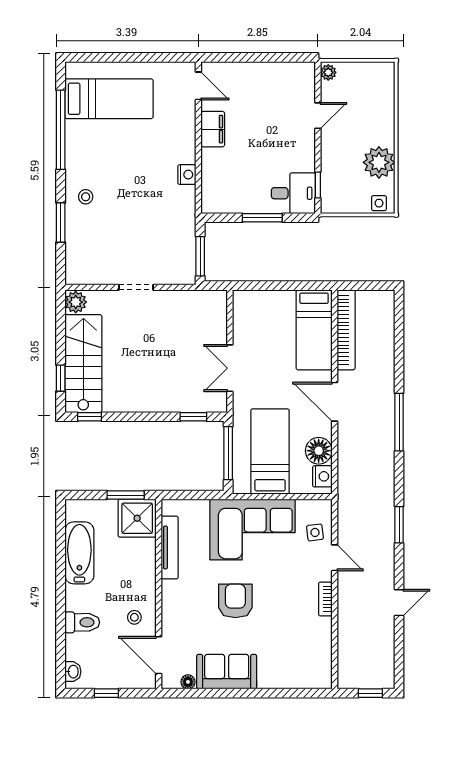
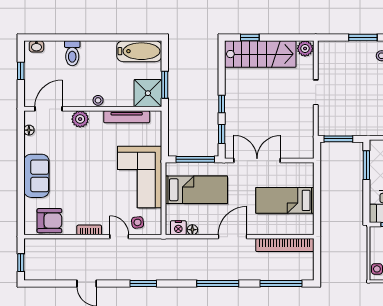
window: (262, 218) -> (366, 165), moved
bed: (314, 330) -> (285, 200), moved
window: (399, 335) -> (281, 284), added
double door: (230, 368) -> (257, 161), width x1.37
window: (90, 417) -> (222, 104), moved
floor lamp: (319, 451) -> (192, 230), width x0.53, depth x0.53
bathtub: (79, 553) -> (139, 51), moved
door: (335, 558) -> (119, 237), swing flipped
armchair: (235, 601) -> (49, 221), moved
plant: (173, 611) -> (80, 119), added
stool: (134, 617) -> (98, 100), moved
sofa: (227, 672) -> (36, 176), moved

